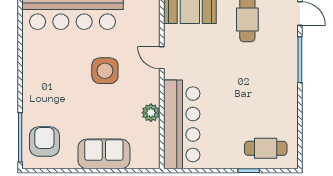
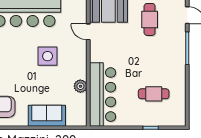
door: (162, 58) -> (88, 32), moved
cafe table: (266, 148) -> (154, 94), moved

